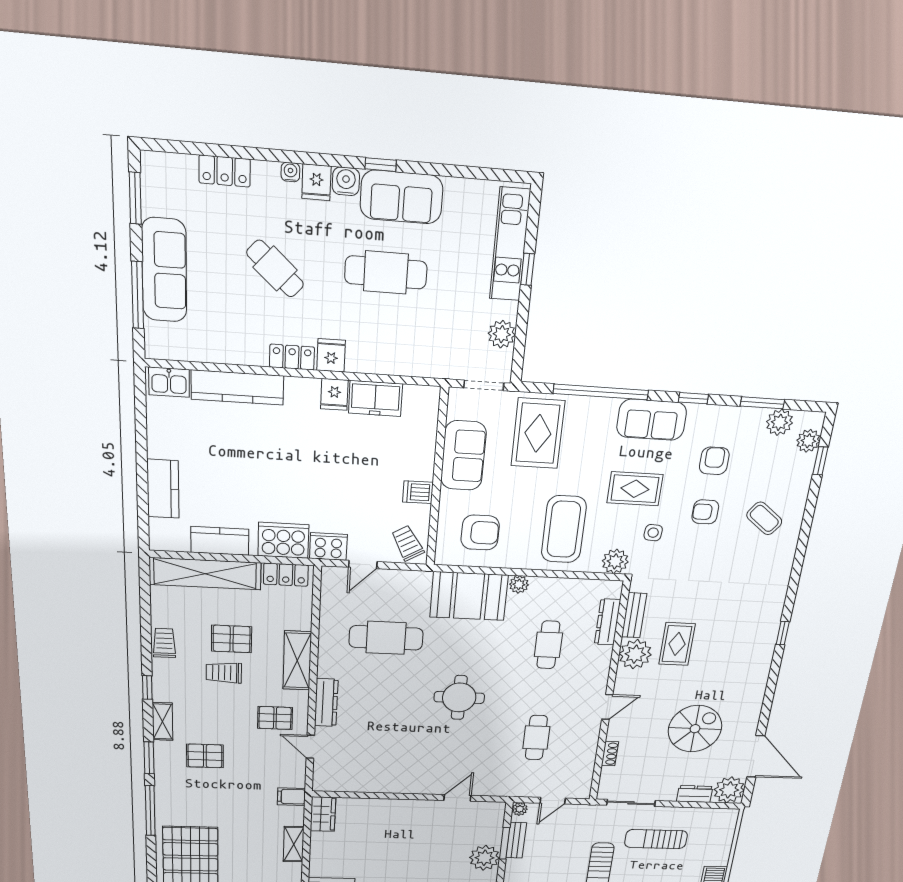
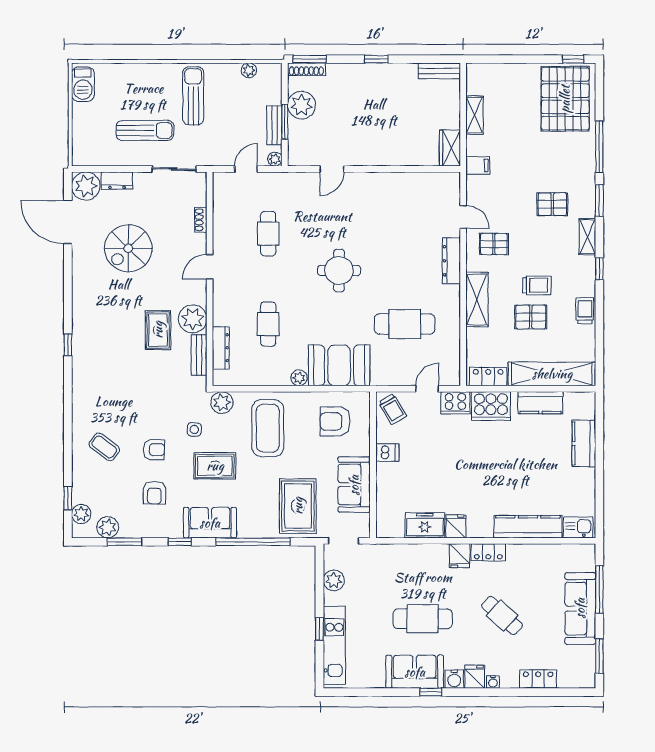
trolley: (164, 643) -> (585, 311), turned 180

